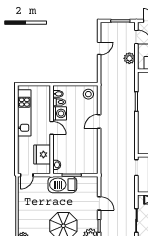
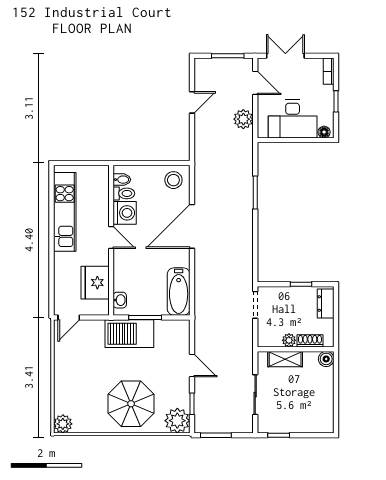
door: (99, 121) -> (192, 226), width x1.87
bathtub: (91, 160) -> (179, 292), added

